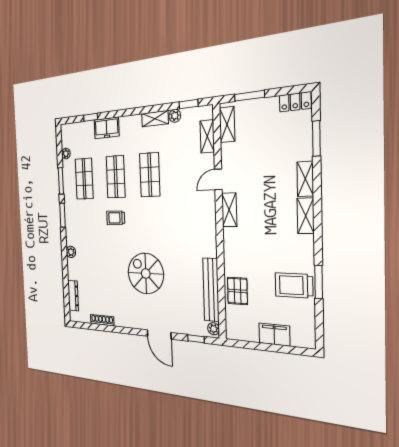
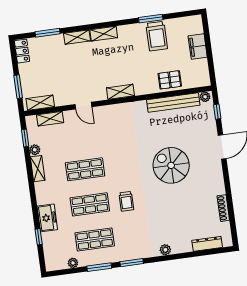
shelving: (229, 210) -> (120, 92), moved
spiral stairs: (146, 273) -> (171, 165), turned 90

